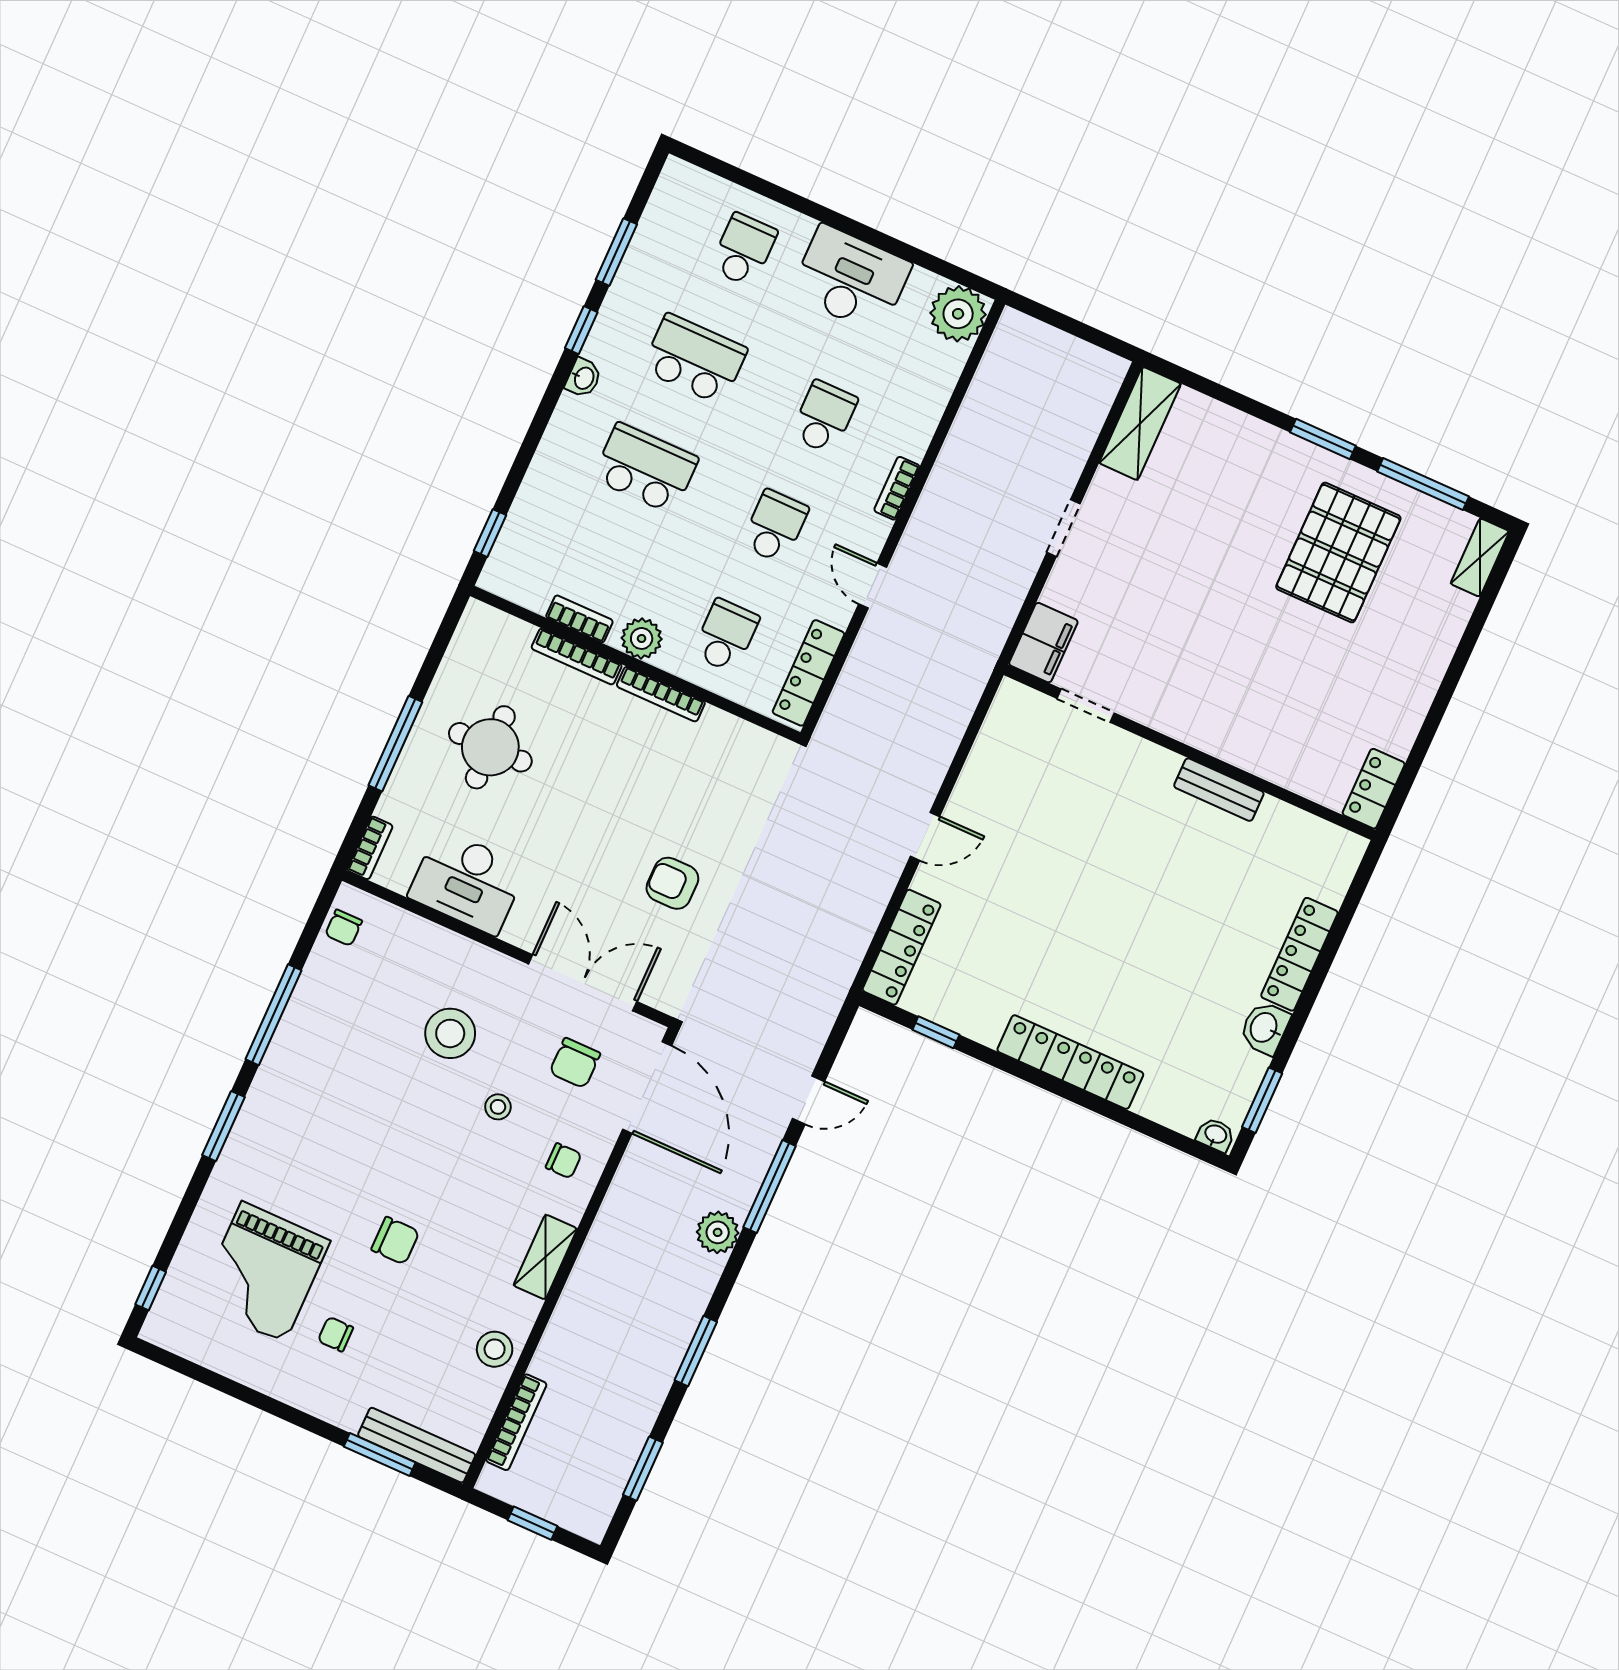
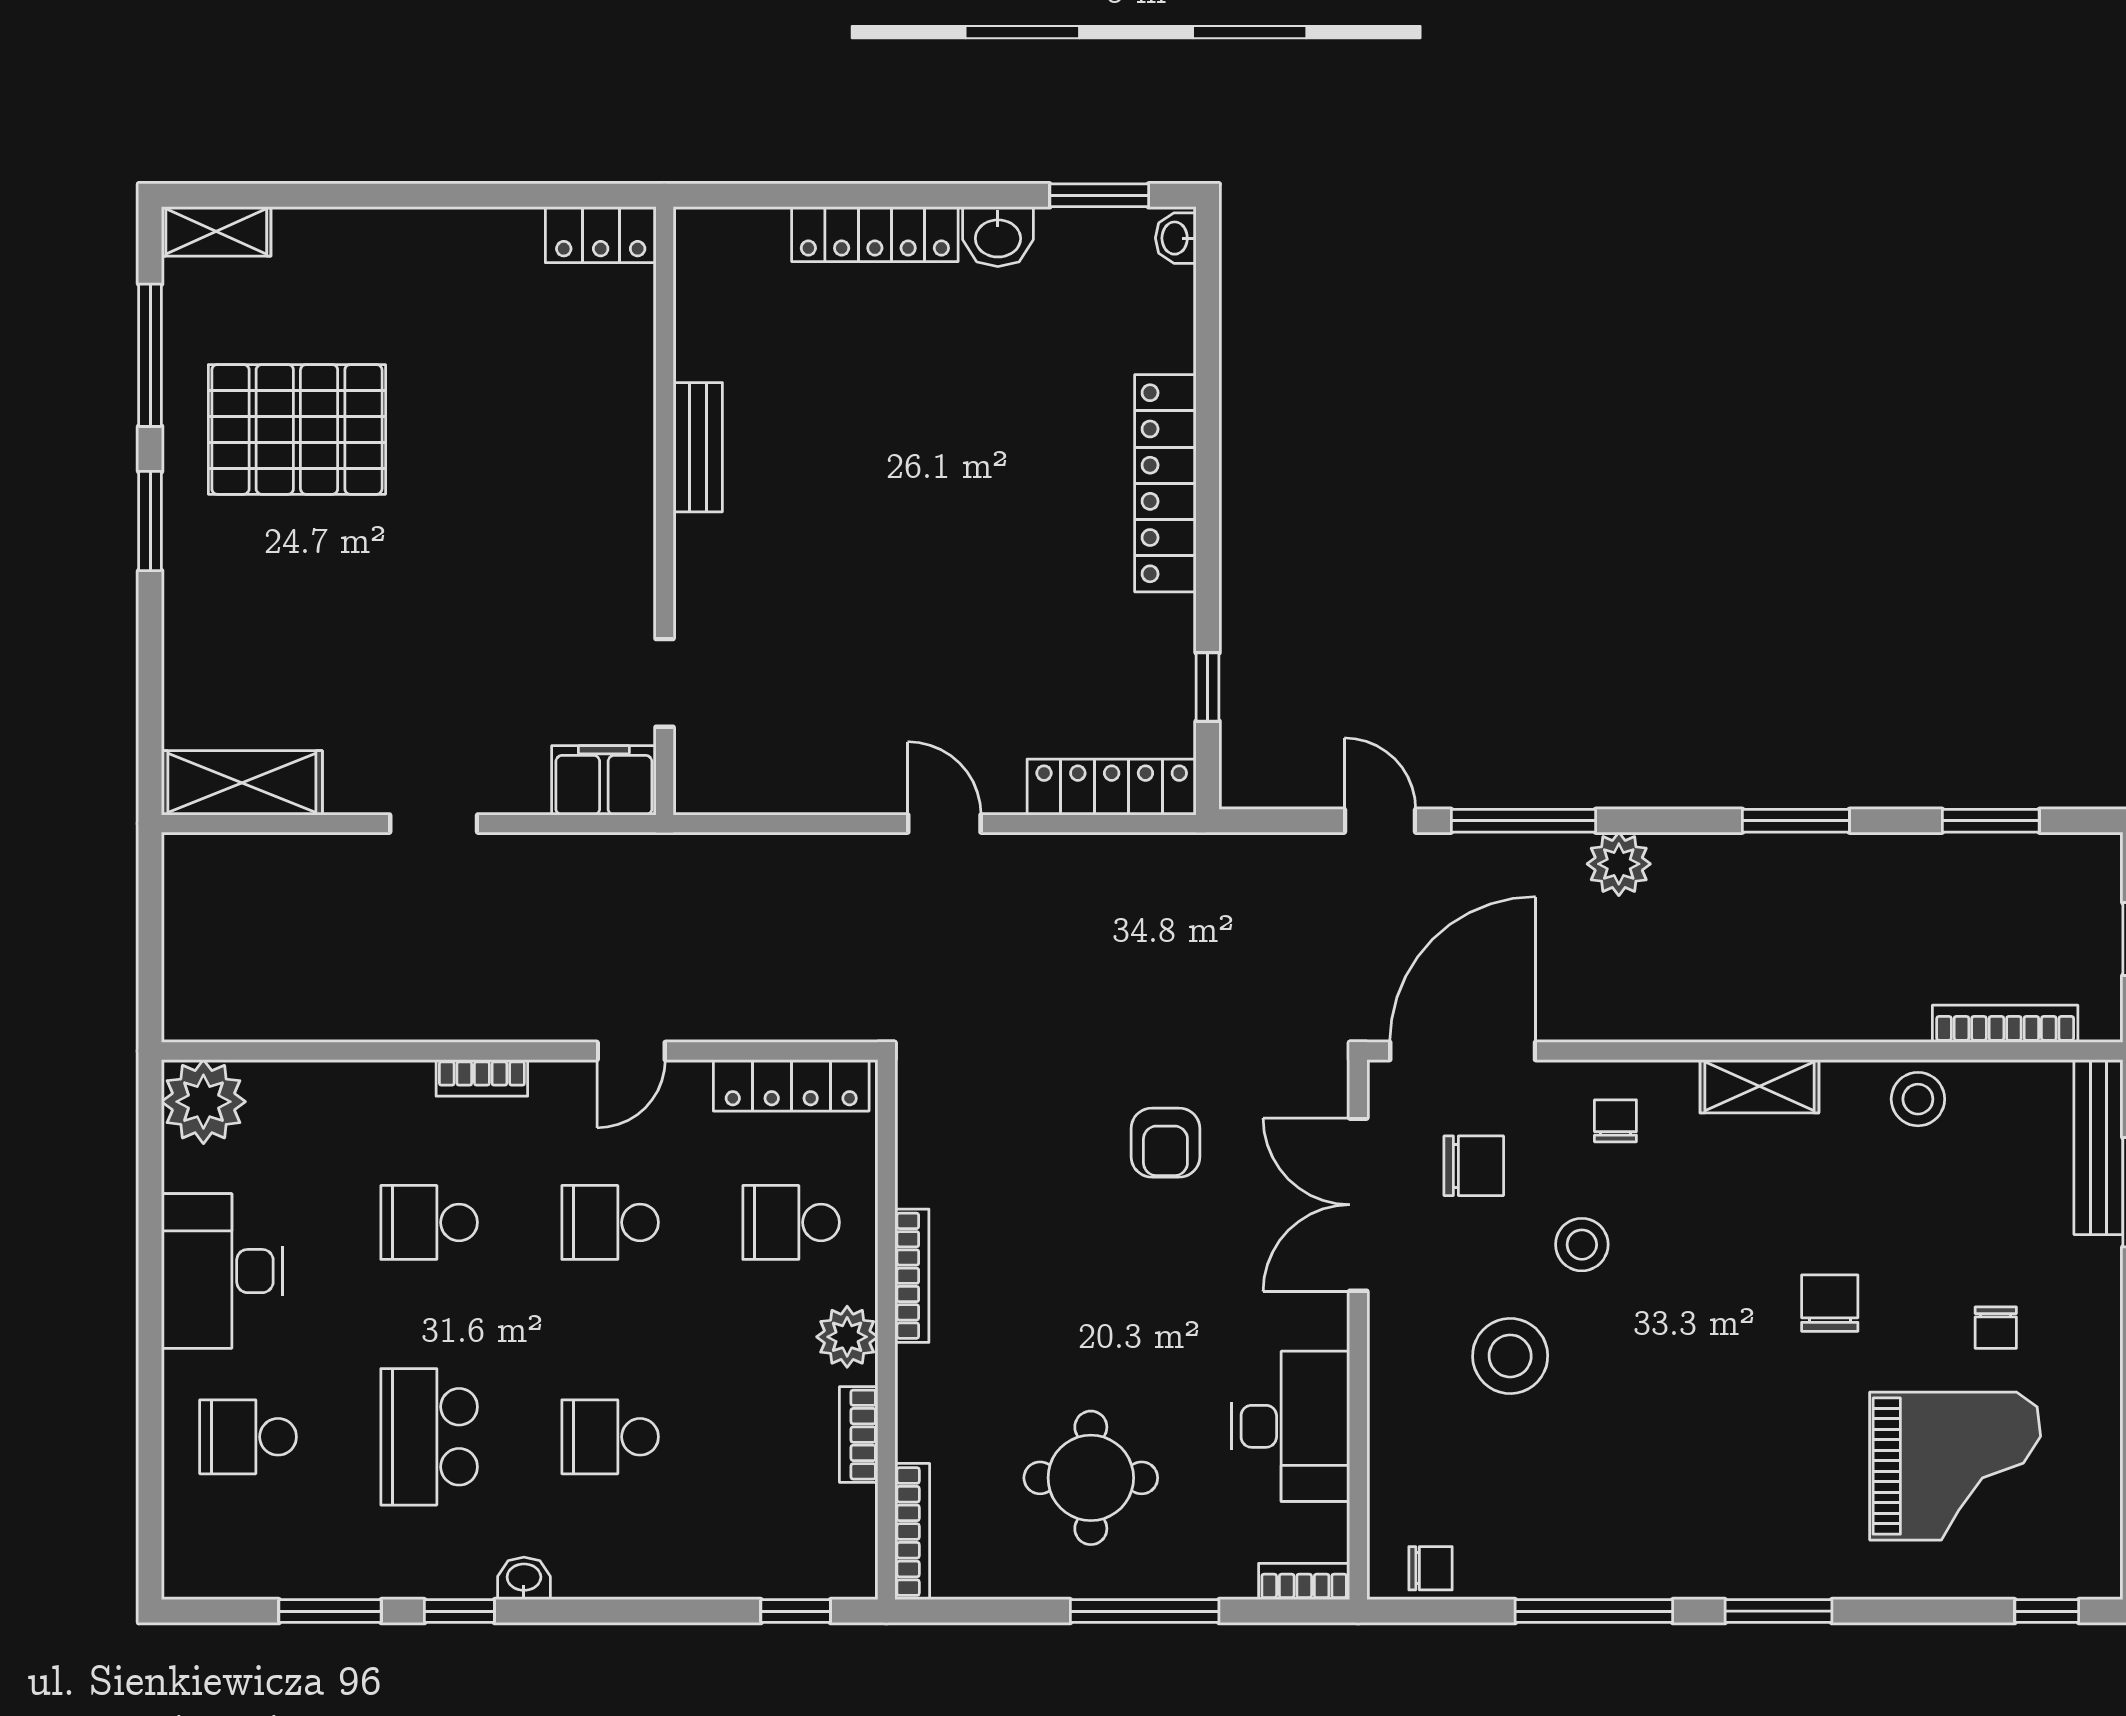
school desk: (646, 468) -> (610, 1437), width x0.54
bookcase: (577, 657) -> (912, 1532), moved
stool: (498, 1107) -> (1582, 1245), width x1.37, depth x1.37

